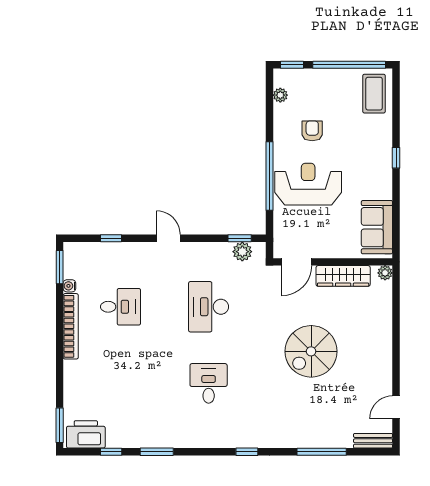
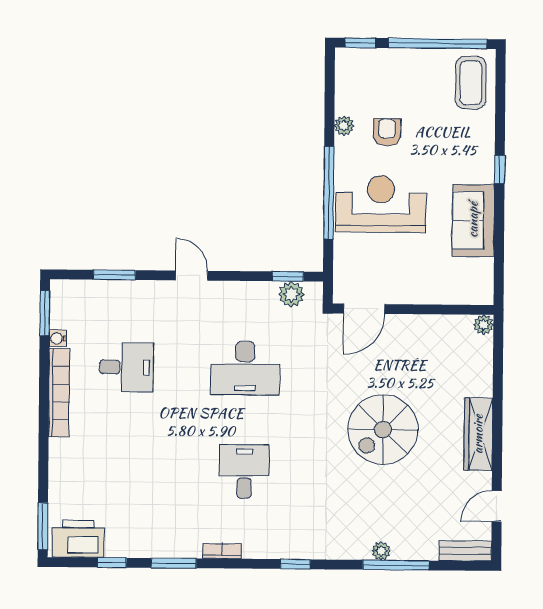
plant: (280, 95) -> (344, 126), moved
sofa: (377, 227) -> (473, 220), moved
window: (111, 238) -> (114, 275), width x1.50
wardrobe: (343, 276) -> (478, 434), moved, turned 90
desk: (209, 307) -> (245, 368), turned -90
plant: (311, 441) -> (381, 551), added
bookcase: (193, 442) -> (222, 551), added

